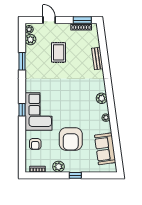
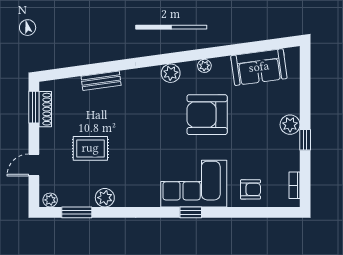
plant: (30, 40) -> (105, 198), moved
window: (22, 61) -> (77, 212), moved
armchair: (71, 139) -> (207, 115), moved, turned 180
plant: (58, 167) -> (290, 125), moved
window: (75, 175) -> (305, 140), moved

